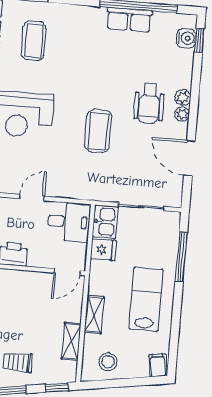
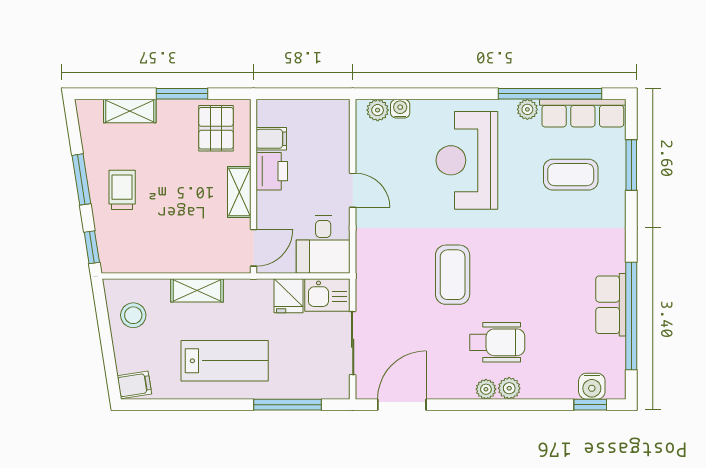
wheelchair: (149, 103) -> (497, 342), turned 180
coffee table: (98, 131) -> (453, 275), turned 90
door: (189, 158) -> (402, 405), moved
door: (67, 272) -> (253, 248), swing flipped
shelving: (71, 341) -> (239, 192), moved, turned 90

